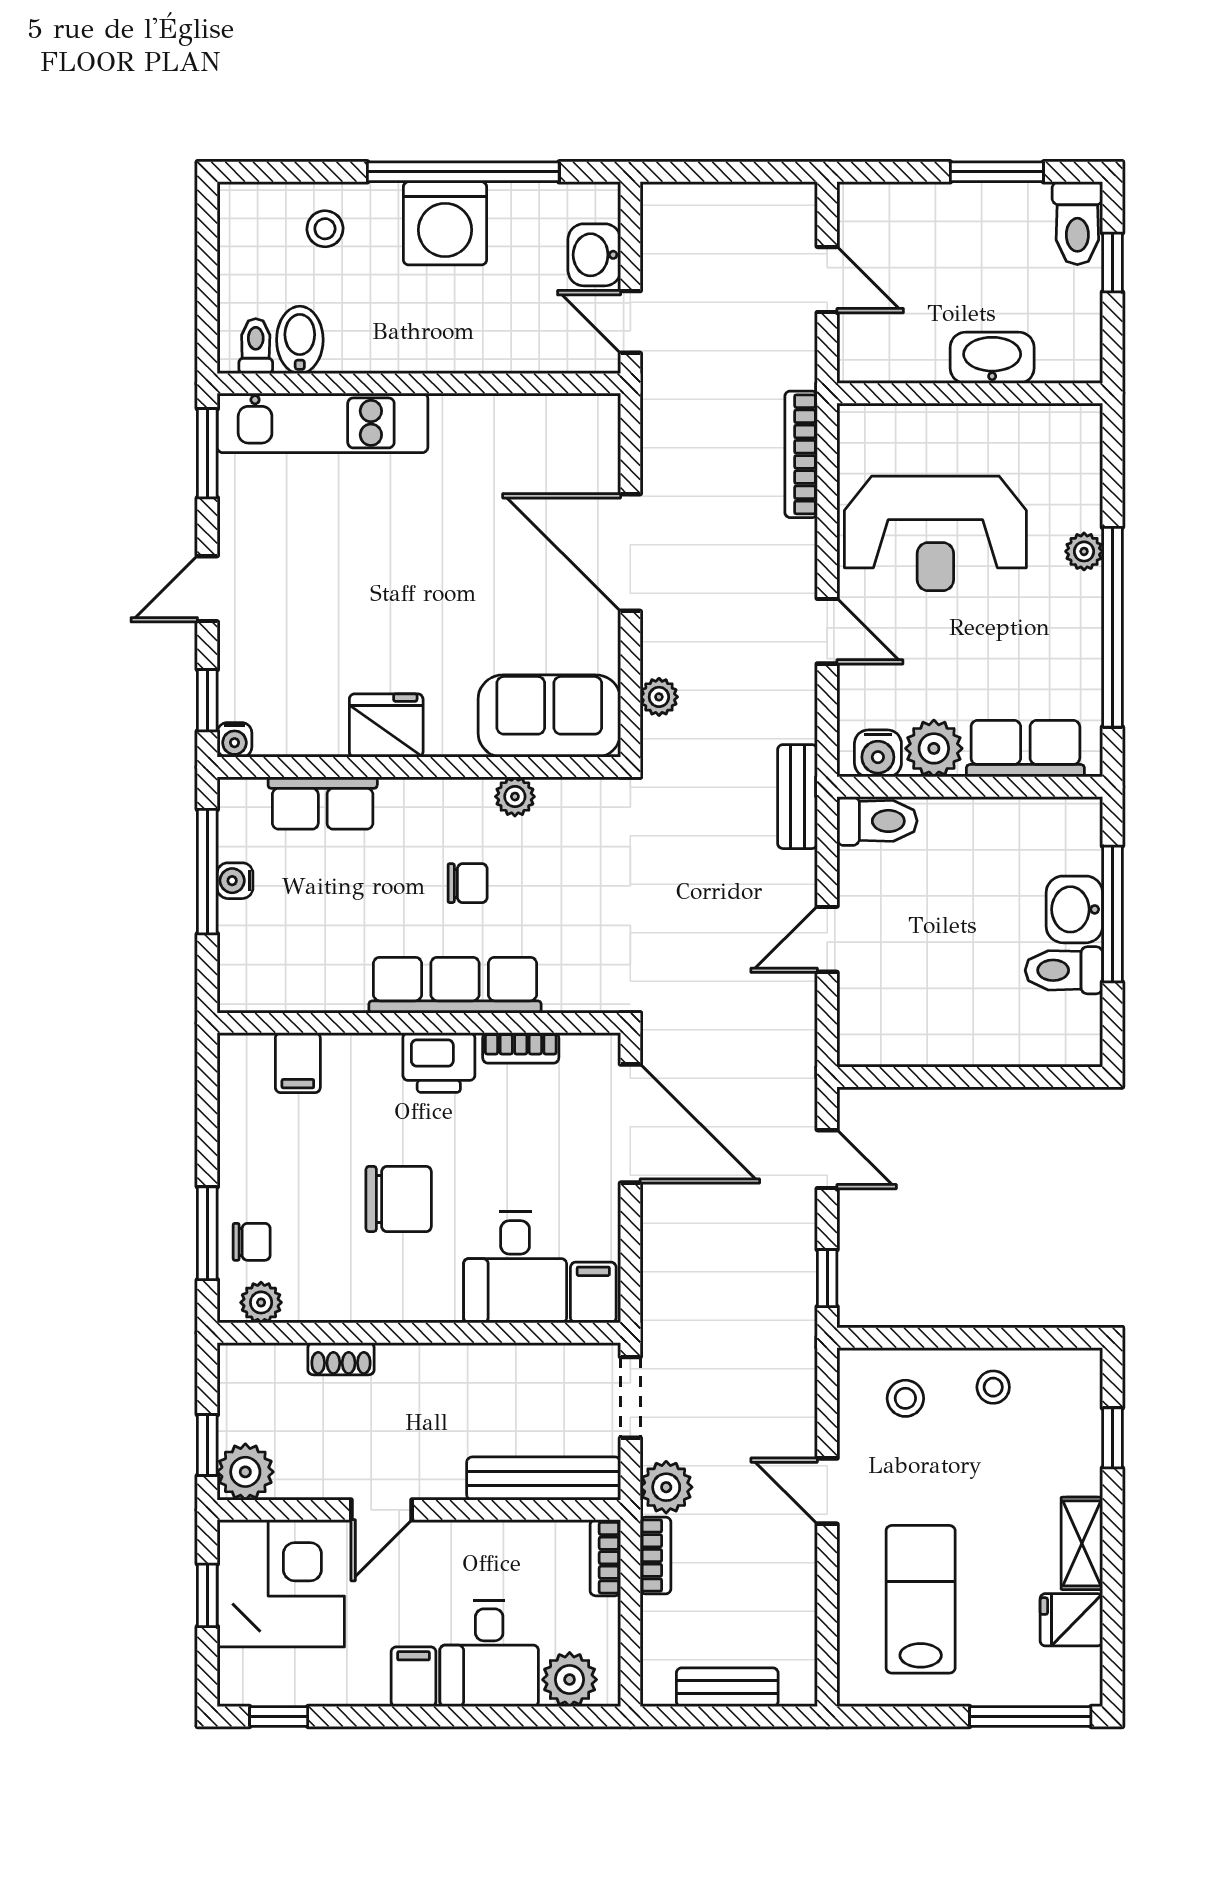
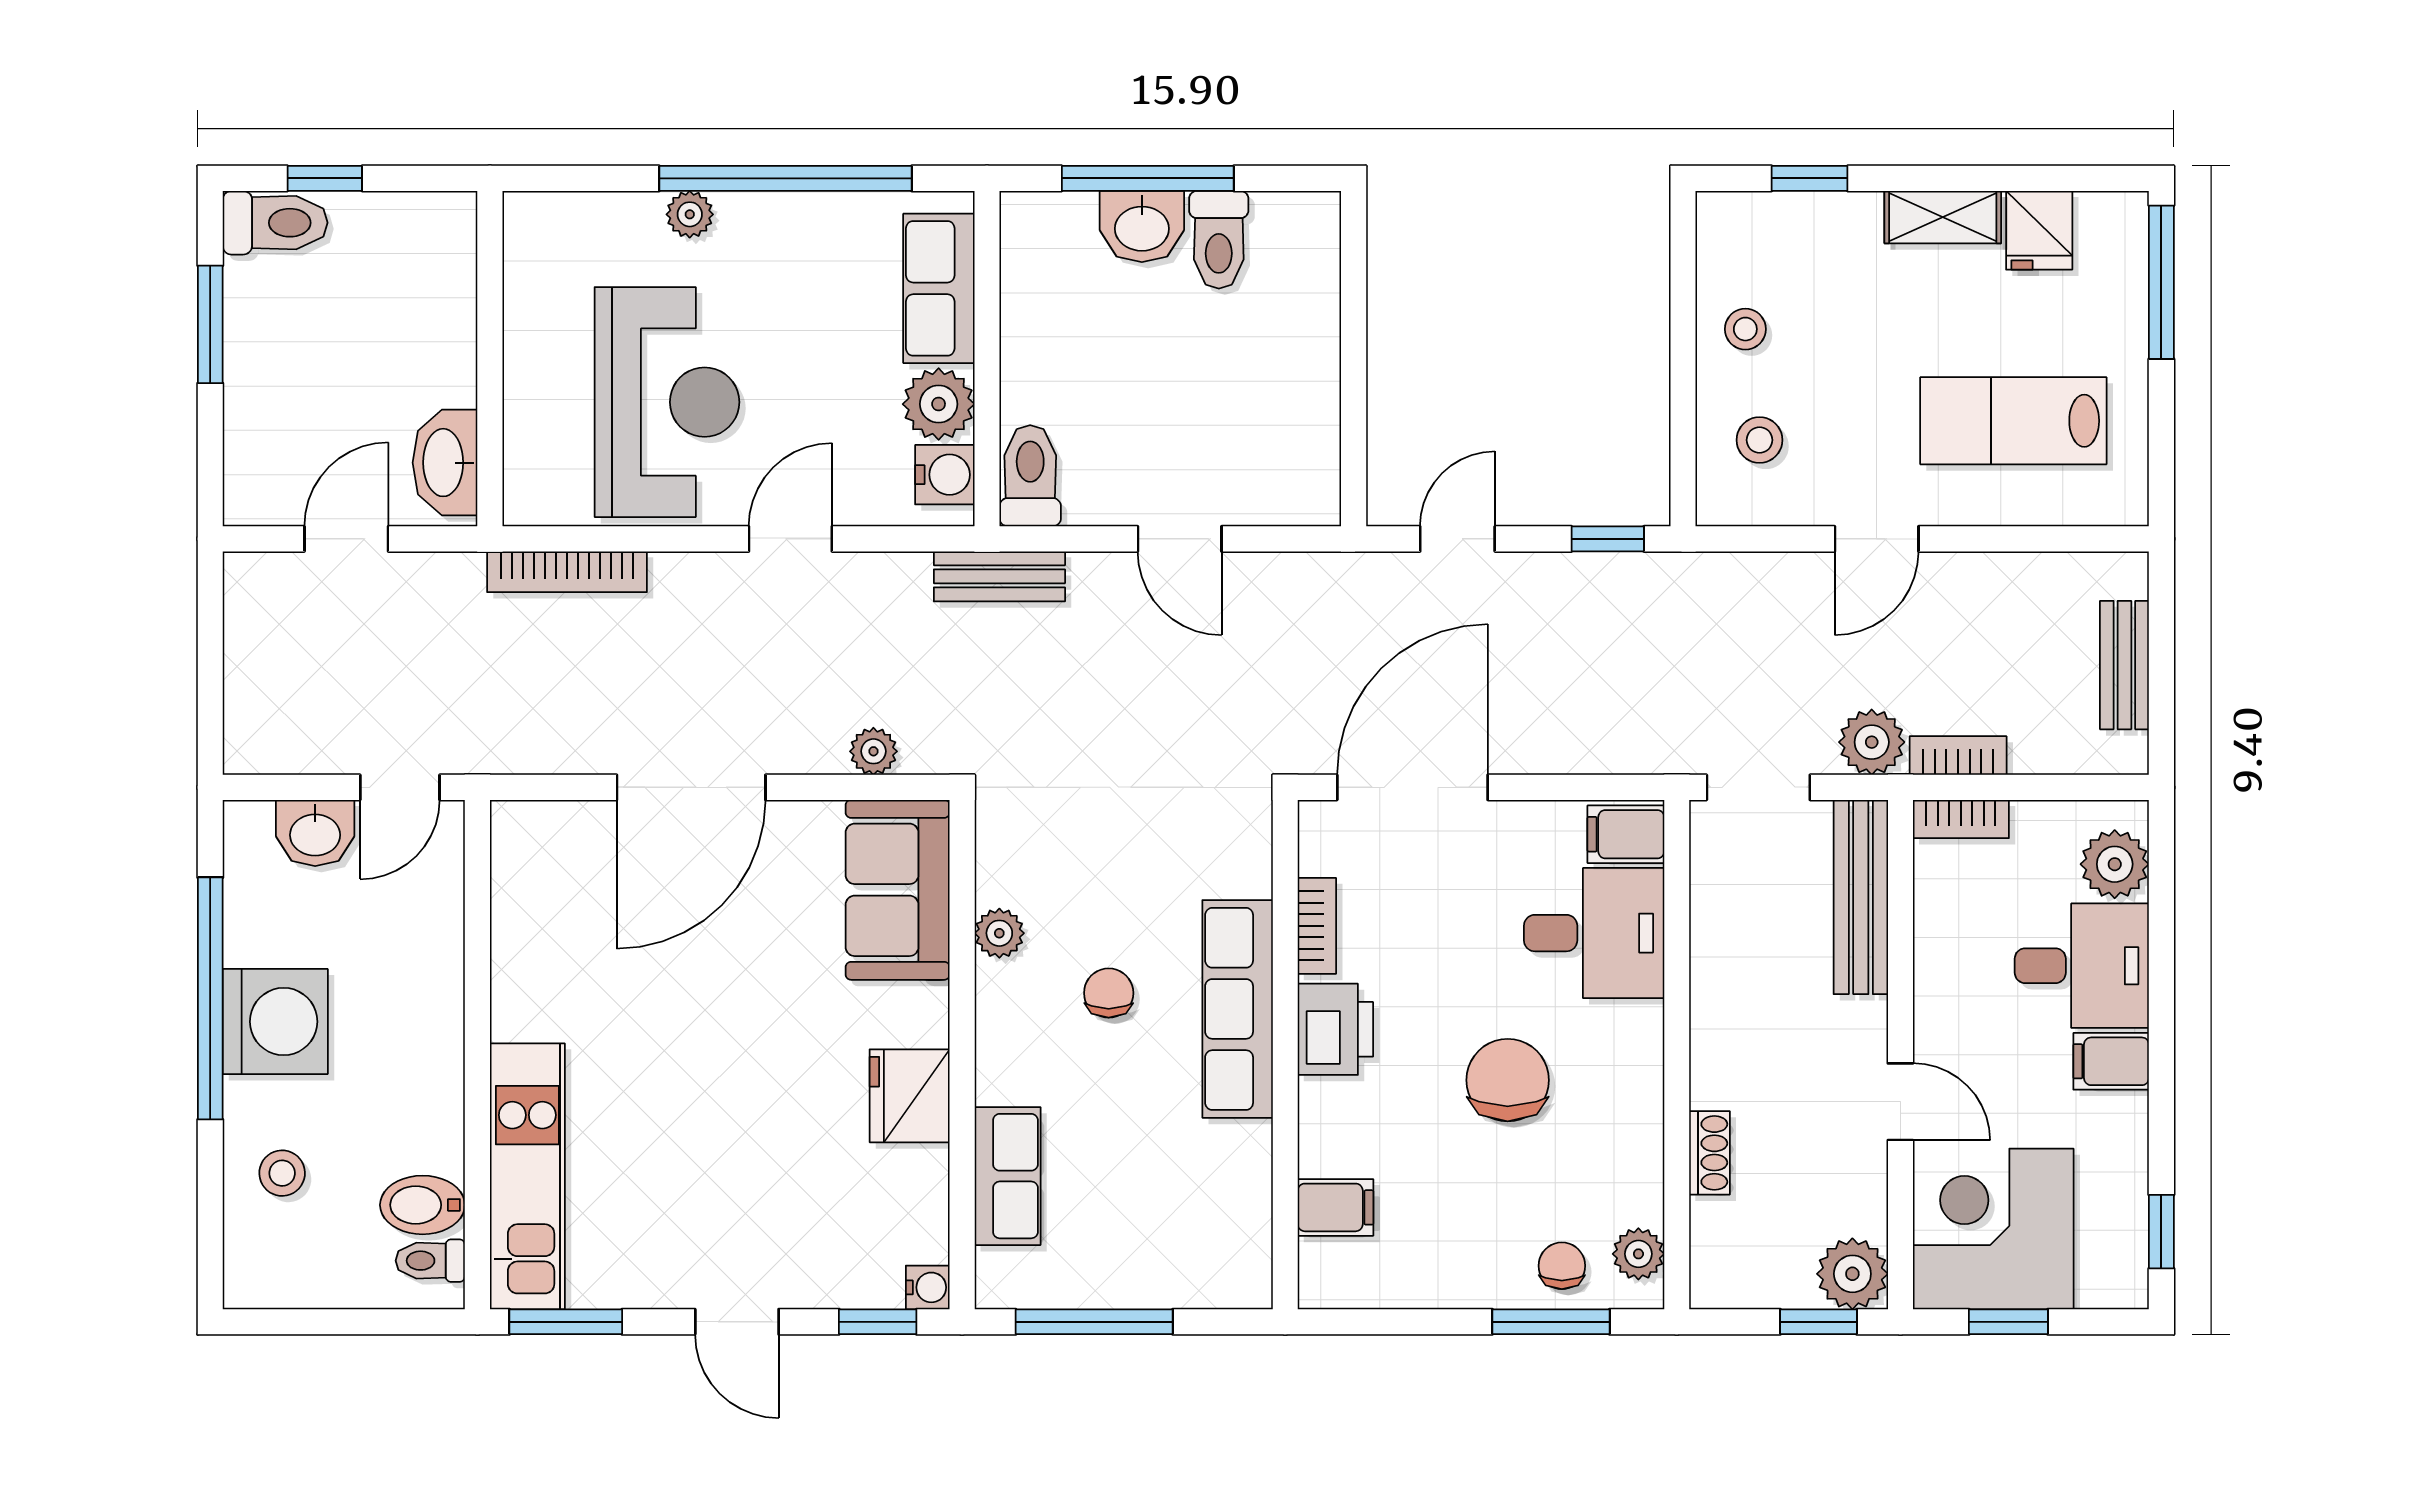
washbasin: (992, 358) -> (445, 463), moved
water cooler: (235, 881) -> (1106, 1287), removed

